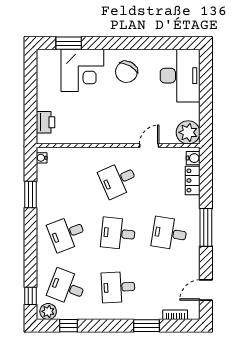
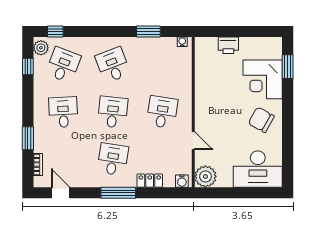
printer: (45, 122) -> (228, 45), moved
desk: (118, 180) -> (162, 112), turned 33
locker: (193, 180) -> (150, 181), moved

